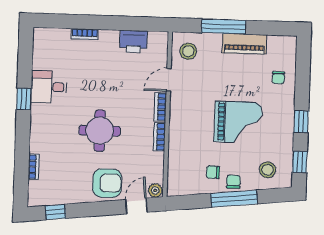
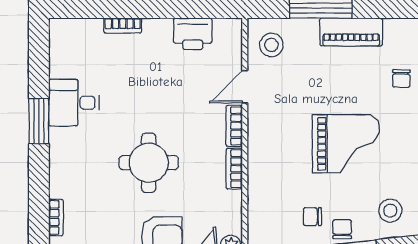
window: (24, 99) -> (39, 121), width x1.50

